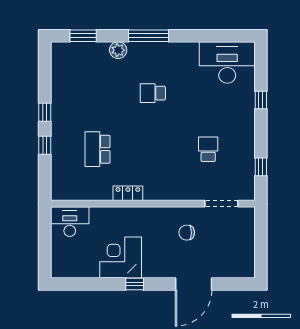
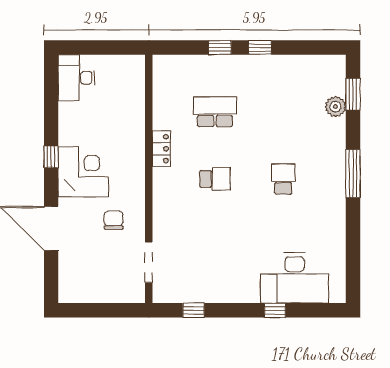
plant: (118, 50) -> (335, 107), moved
desk: (227, 62) -> (295, 278), moved, turned 90
school desk: (208, 149) -> (215, 179), moved
desk: (70, 222) -> (76, 78), moved, turned 180
corner desk: (121, 257) -> (83, 172), moved

